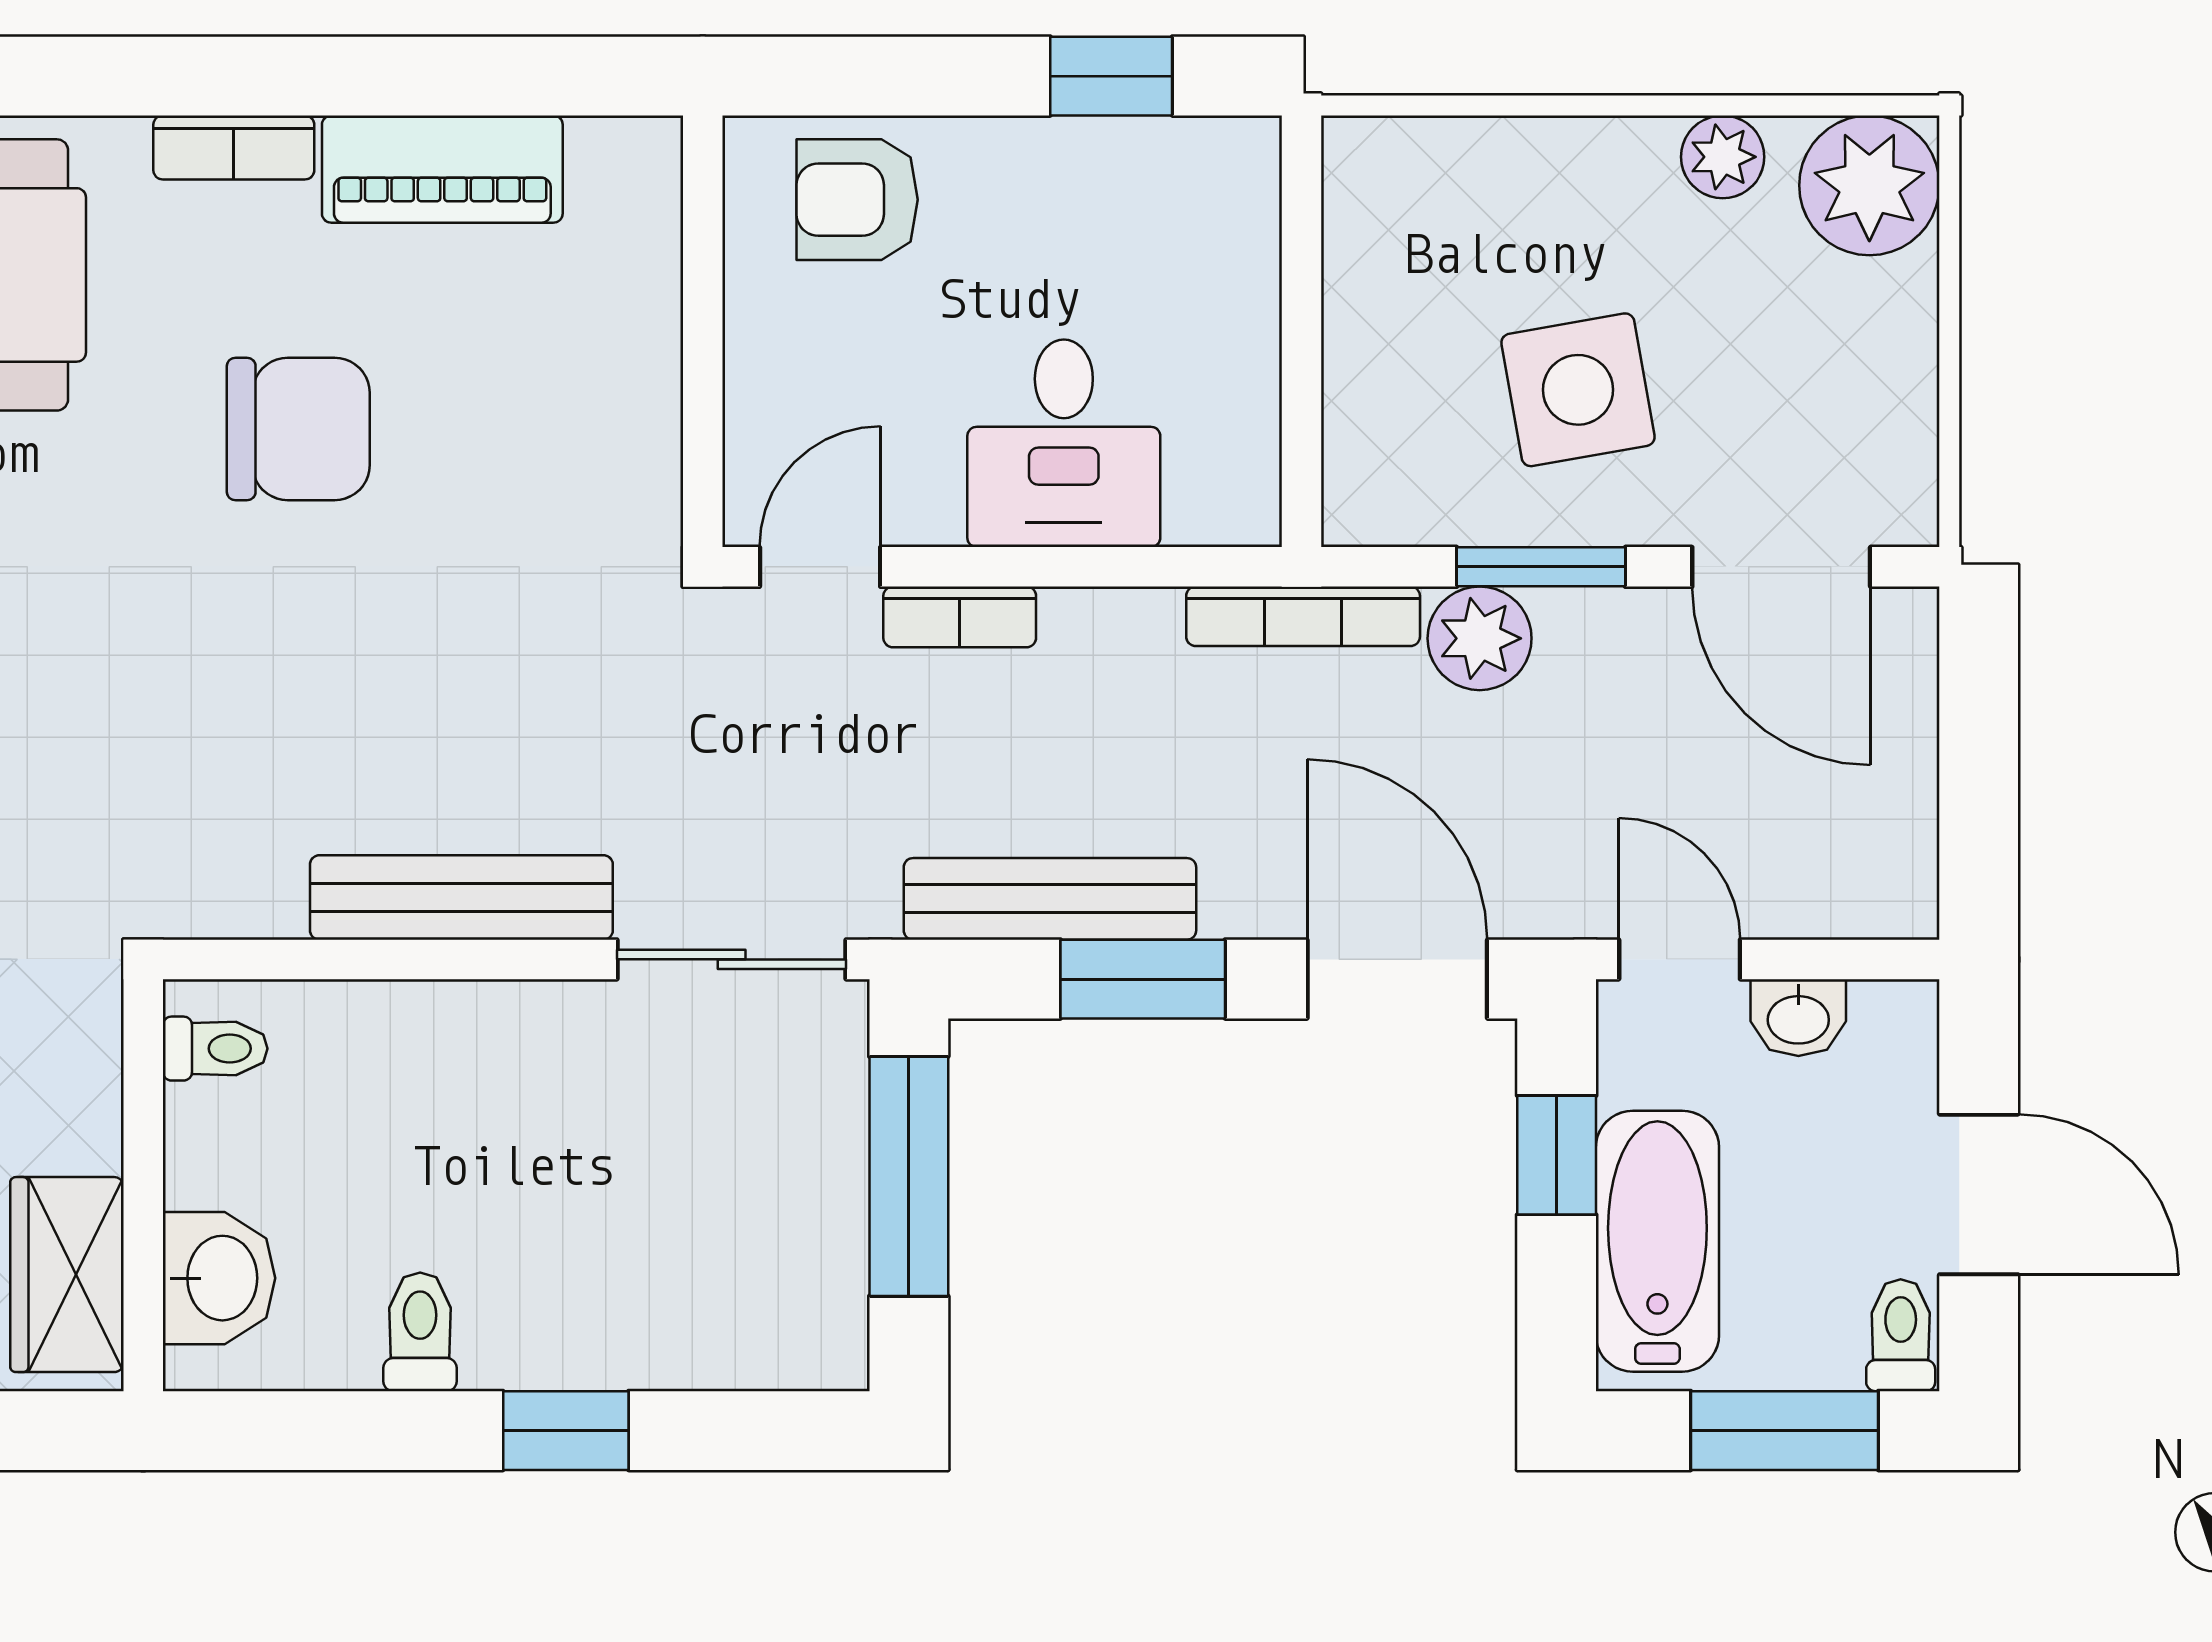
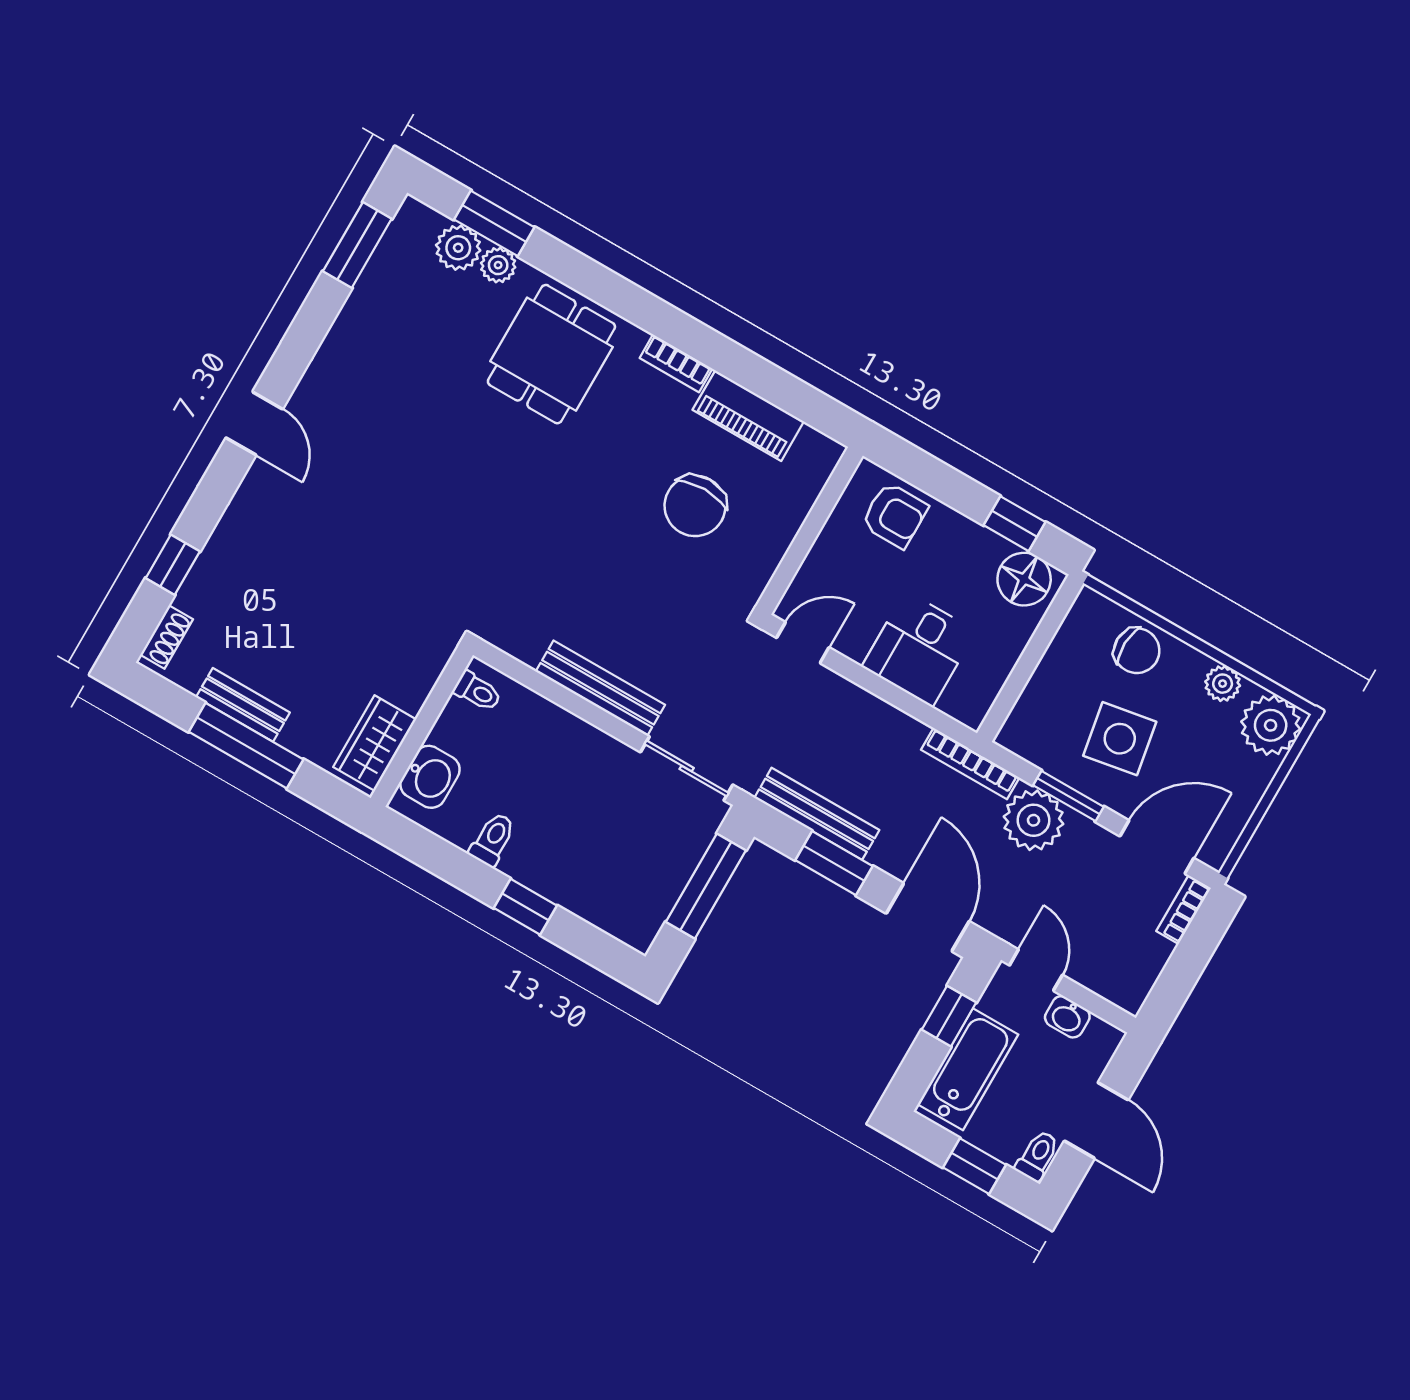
floor lamp: (1196, 178) -> (1024, 579), added
chair: (1509, 191) -> (1137, 651), added
armchair: (857, 200) -> (895, 515), turned 180
chair: (298, 429) -> (695, 506), moved, turned 90
door: (1781, 567) -> (1157, 847), swing flipped
bookcase: (960, 617) -> (1184, 910), moved, turned 90
plant: (1480, 638) -> (1034, 820), width x1.36, depth x1.36
window: (1785, 1431) -> (974, 1166), width x0.67

